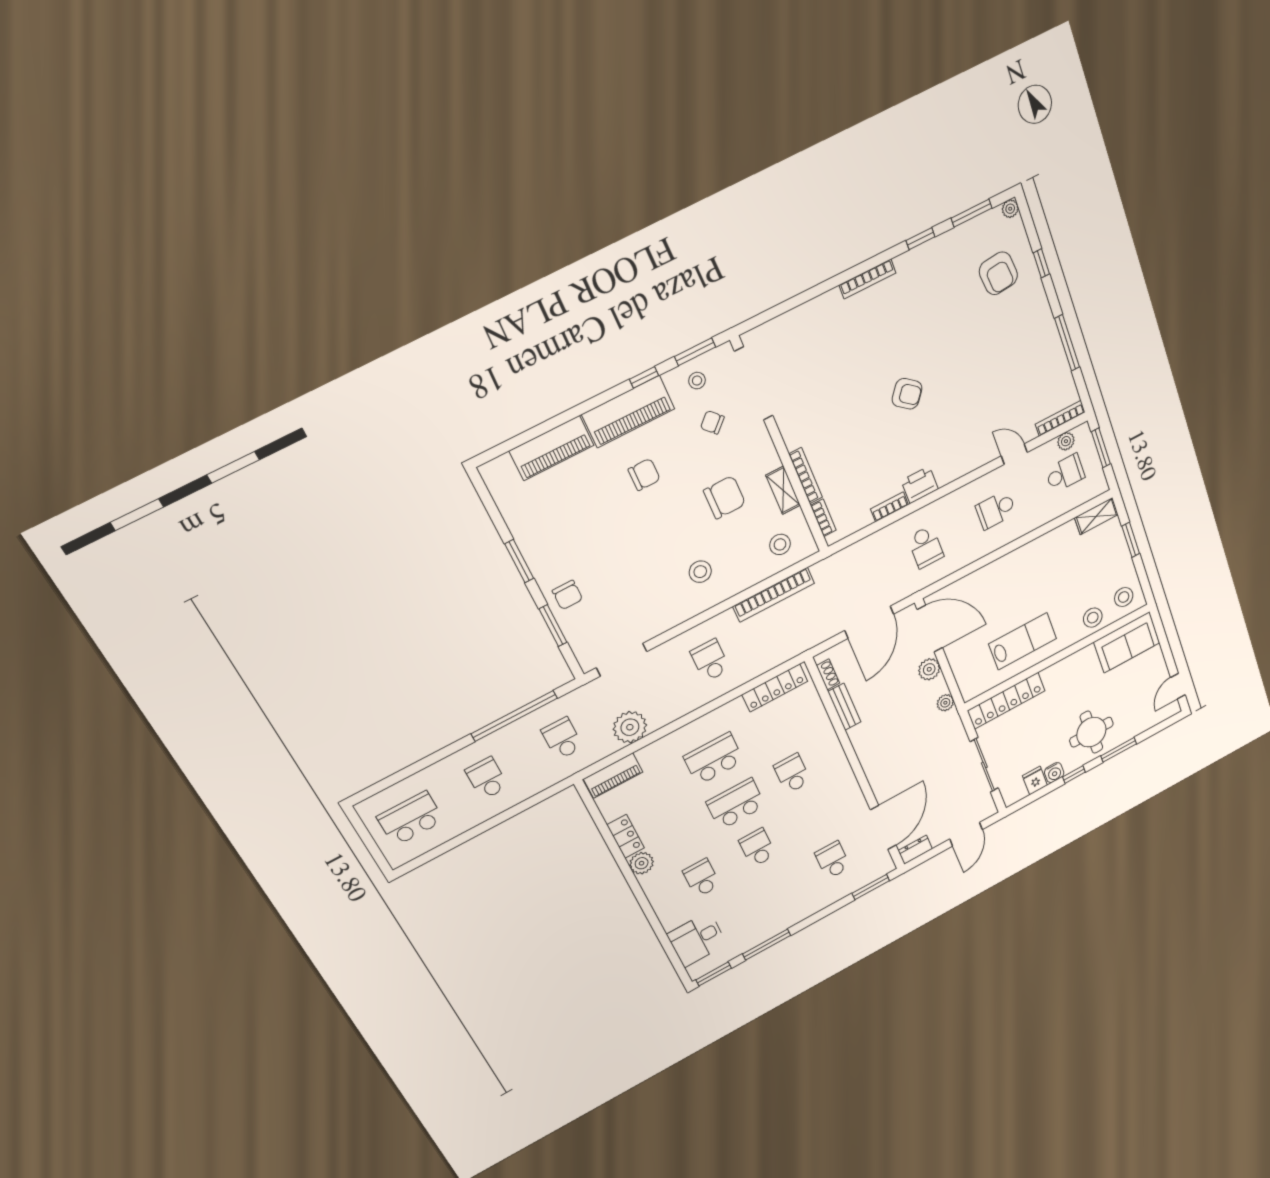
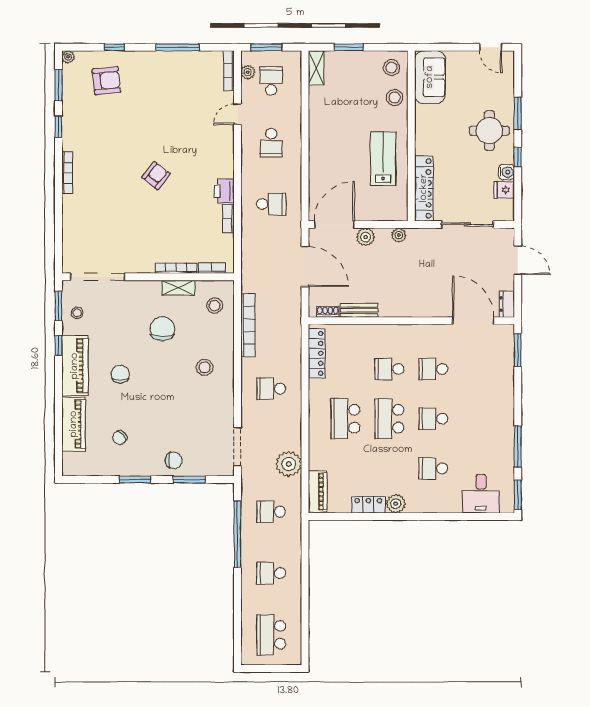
chair: (712, 422) -> (120, 438), moved
school desk: (833, 860) -> (433, 369), moved

